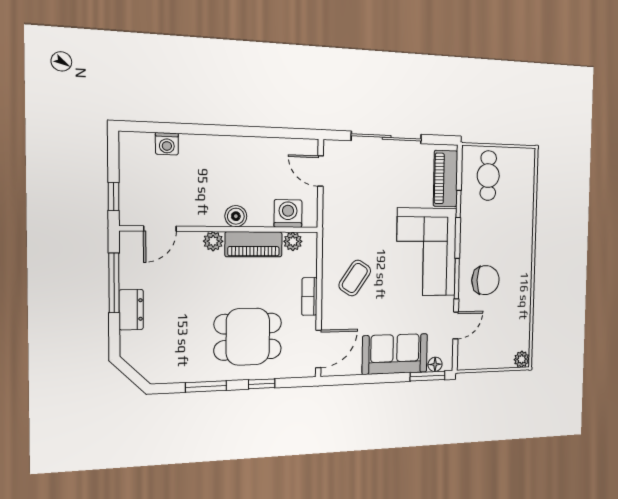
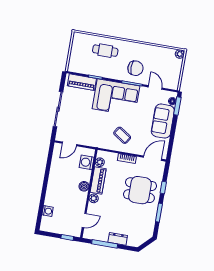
cafe table: (488, 176) -> (105, 51), moved
door: (160, 229) -> (84, 220), hinge flipped
chair: (485, 280) -> (135, 68), turned 90
dining table: (248, 337) -> (140, 190), turned 90
door: (318, 349) -> (153, 158), hinge flipped

